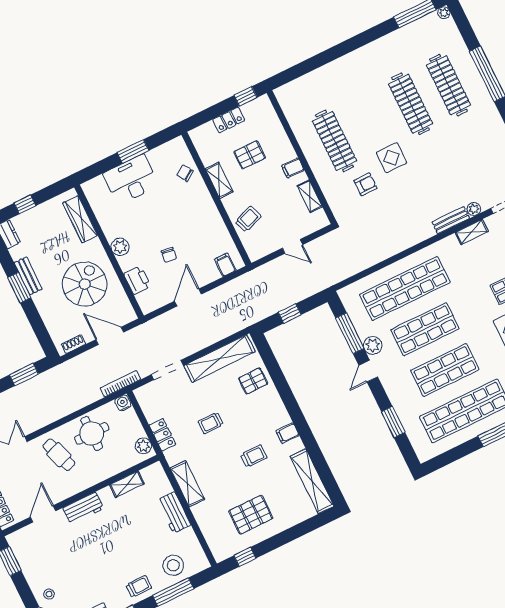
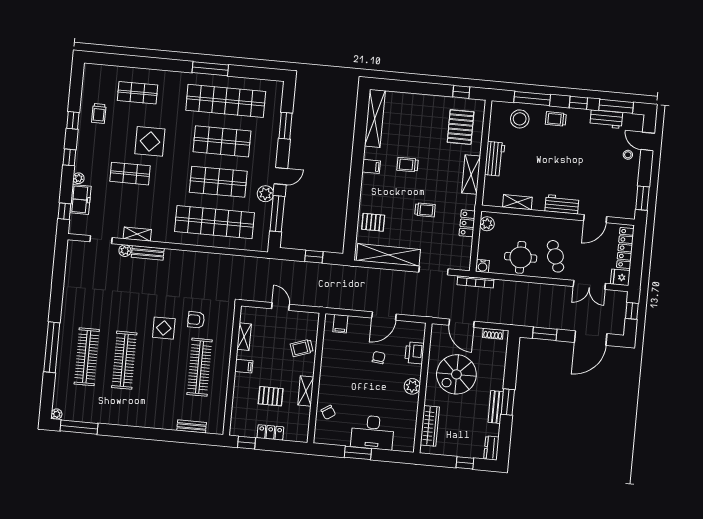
bench: (308, 80) -> (192, 426), added
pallet: (251, 515) -> (461, 127), moved, turned 90

